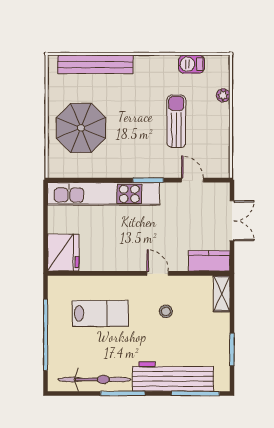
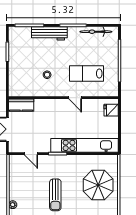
sun lounger: (176, 121) -> (55, 195), moved
fridge: (63, 253) -> (111, 110), width x0.53, depth x0.75
door: (158, 273) -> (75, 98), moved
shelving: (222, 294) -> (14, 85), removed
workbench: (173, 377) -> (49, 33), width x0.73, depth x0.76
bicycle: (95, 380) -> (96, 32), width x0.73, depth x0.71

